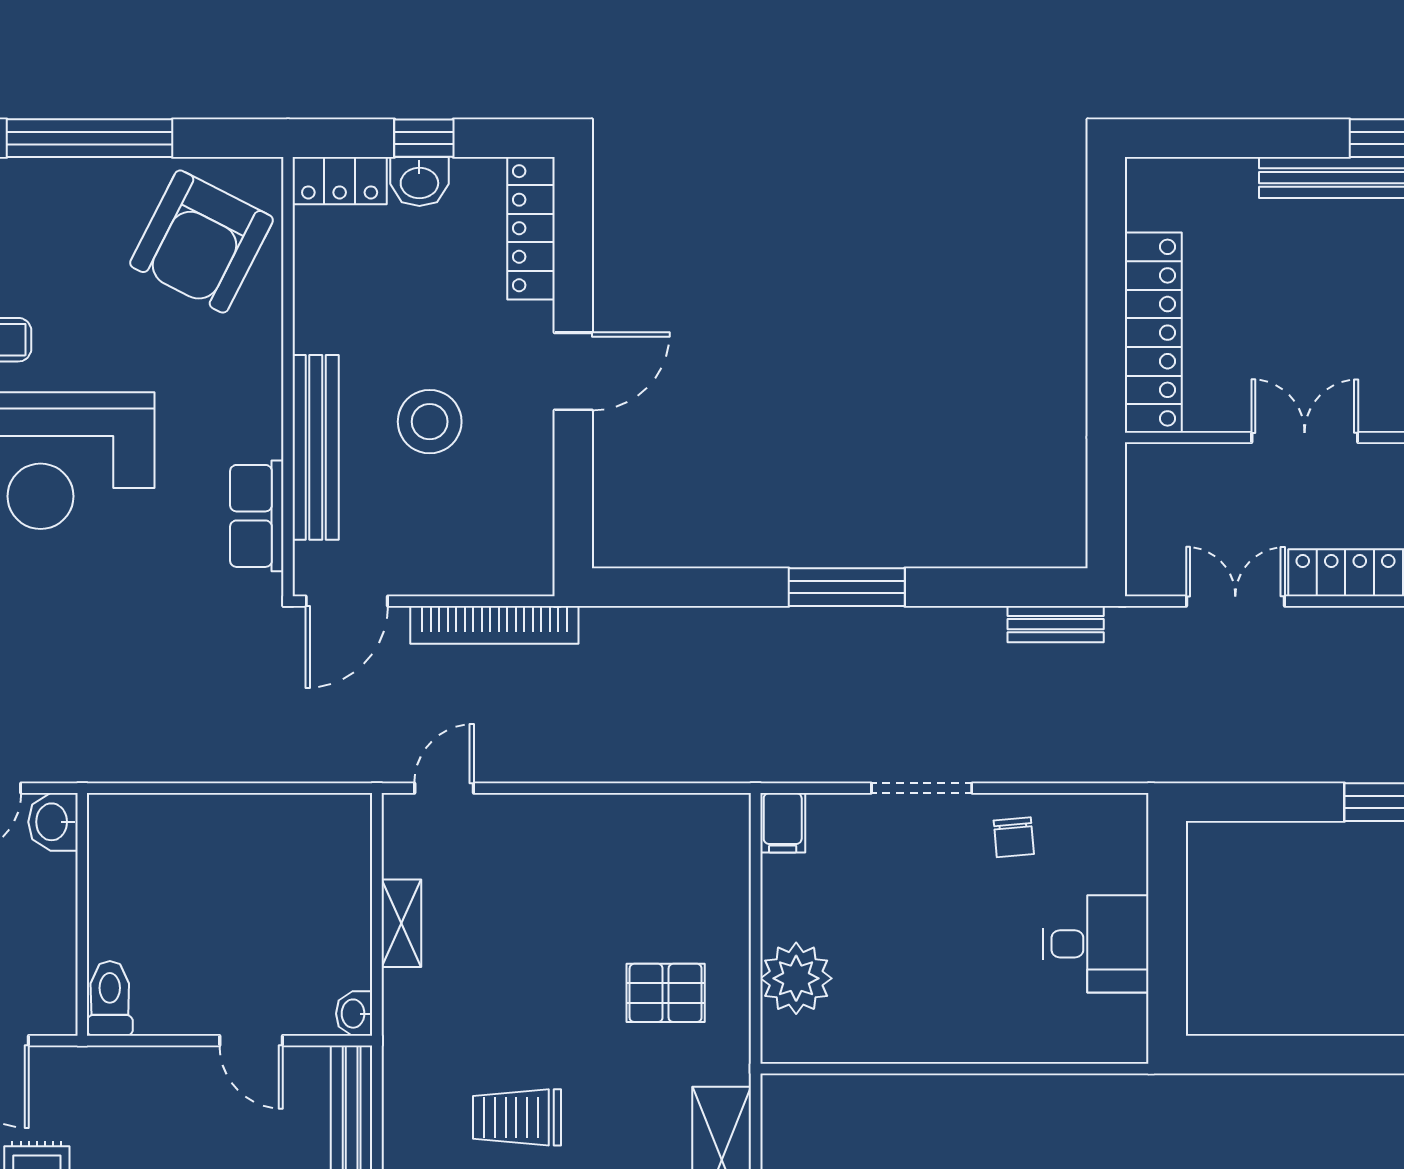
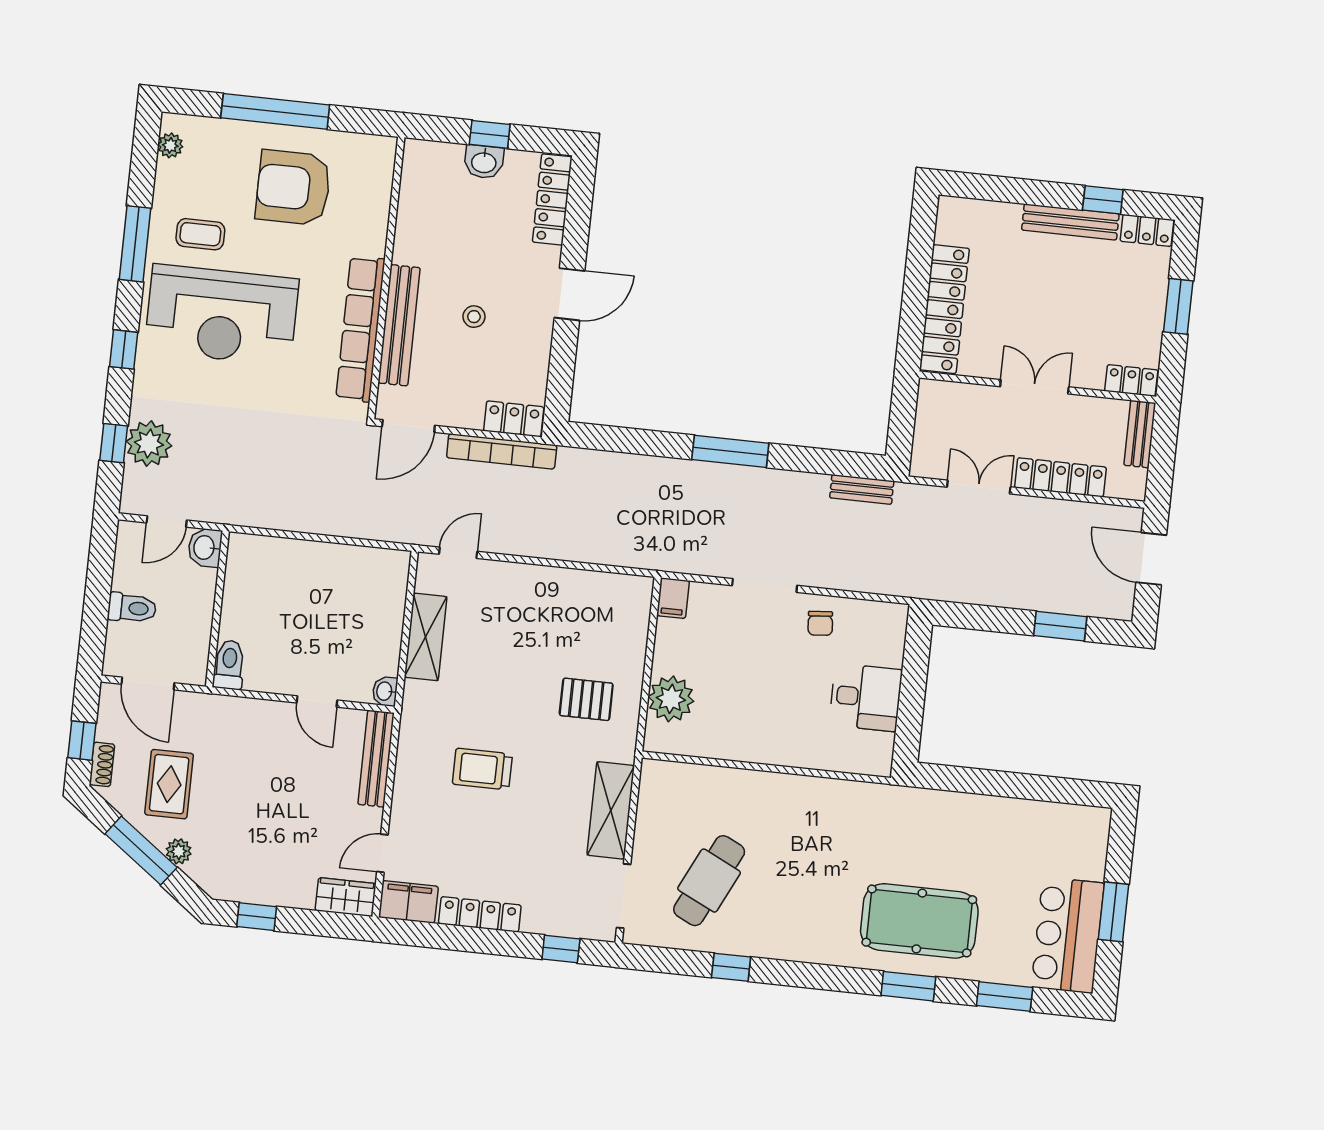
locker: (340, 181) -> (514, 419), moved, turned 180
armchair: (202, 242) -> (293, 188), moved, turned 63
stool: (430, 422) -> (474, 317), width x0.53, depth x0.53
row of seats: (257, 516) -> (360, 329), width x2.02
shelving: (401, 923) -> (426, 637), width x1.50, depth x1.33

